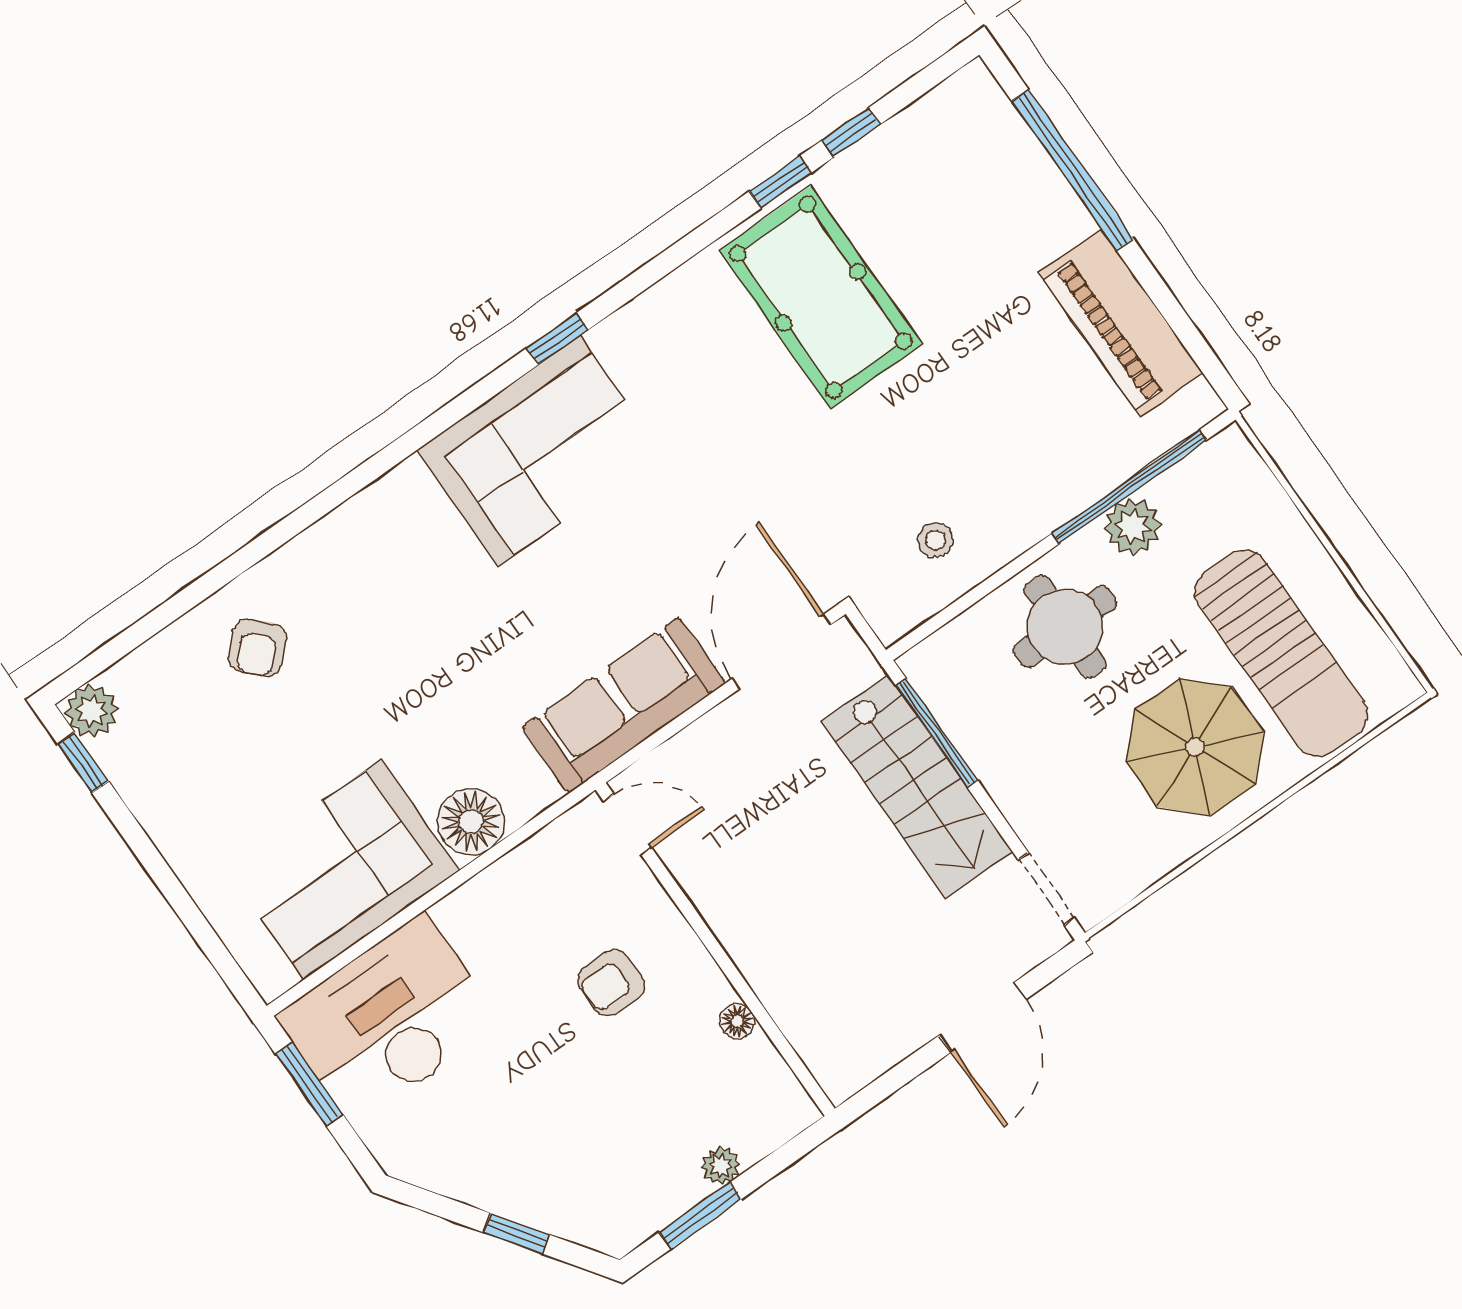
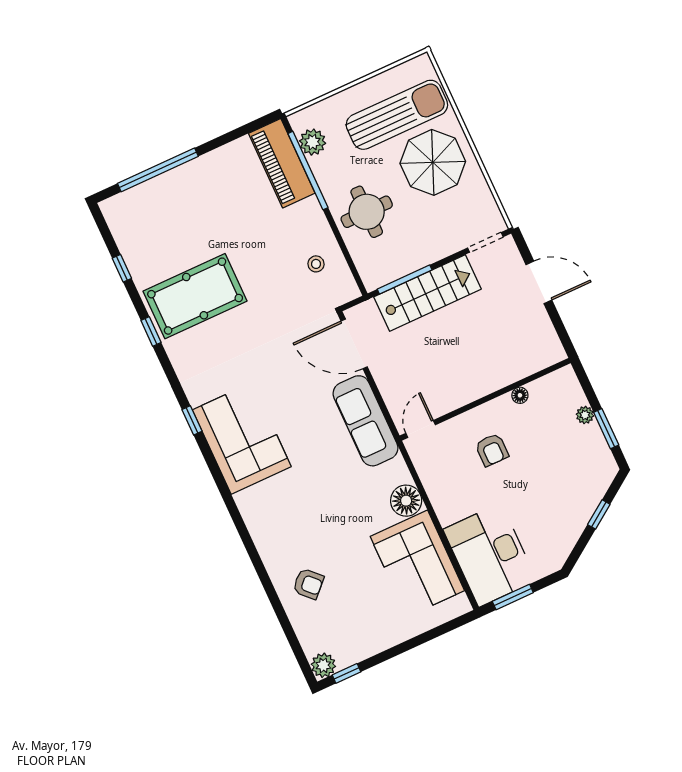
window: (780, 182) -> (151, 331), moved
piano: (1121, 323) -> (282, 163), moved, turned 90
plant: (1133, 527) -> (313, 142), moved

